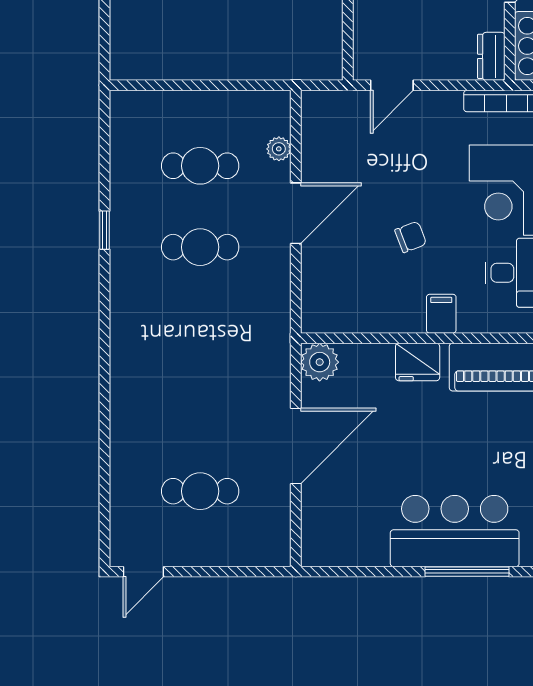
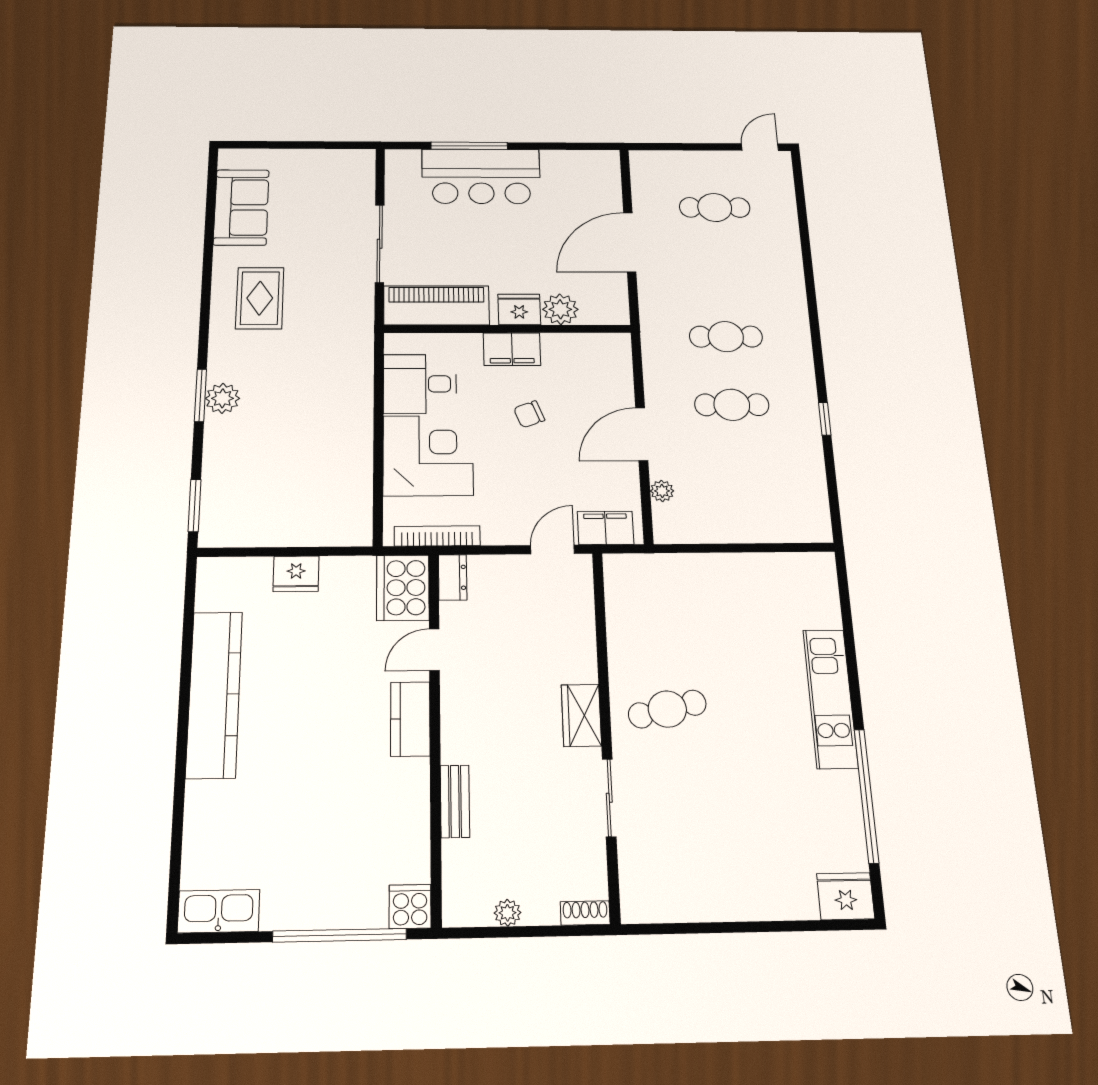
filing cabinet: (338, 108) -> (605, 528), added
cafe table: (200, 166) -> (726, 337), moved
filing cabinet: (441, 314) -> (512, 349), width x2.00
plant: (320, 362) -> (560, 309), moved

